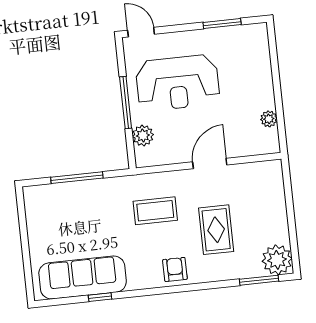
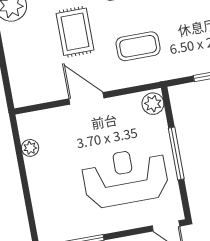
plant: (143, 136) -> (153, 104), moved
door: (210, 163) -> (86, 98), swing flipped

